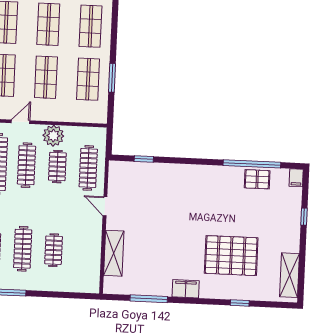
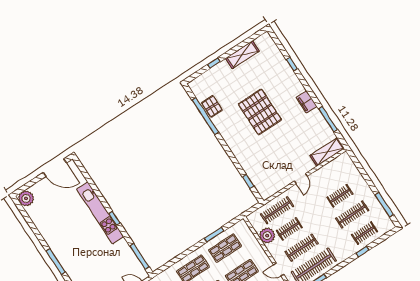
plant: (53, 136) -> (267, 236), moved
filing cabinet: (296, 178) -> (195, 84), removed
door: (105, 206) -> (301, 179), moved
shelving: (114, 253) -> (327, 152), moved
pallet: (231, 256) -> (260, 112), moved
shelving: (290, 275) -> (242, 55), moved

